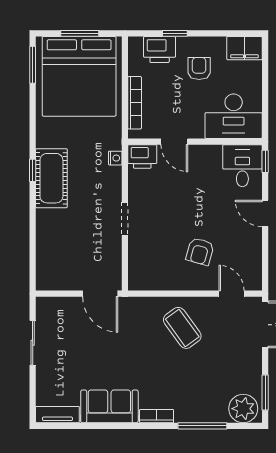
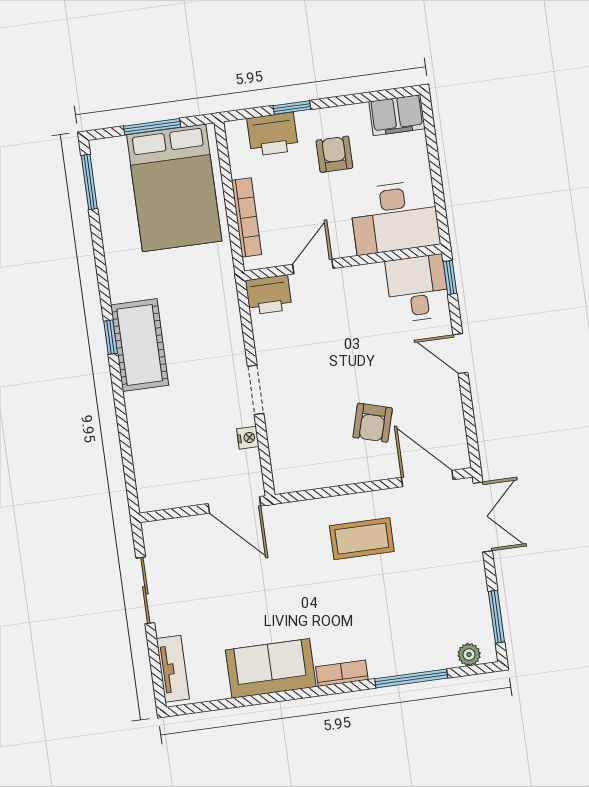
bed: (79, 76) -> (174, 188), width x0.73
door: (174, 142) -> (313, 266), swing flipped
nightstand: (115, 158) -> (248, 438), moved
door: (232, 294) -> (427, 478), width x1.38
coffee table: (182, 328) -> (362, 539), turned -54
plant: (243, 409) -> (469, 655), width x0.53, depth x0.53
tv unit: (57, 415) -> (173, 669), moved, turned 90

